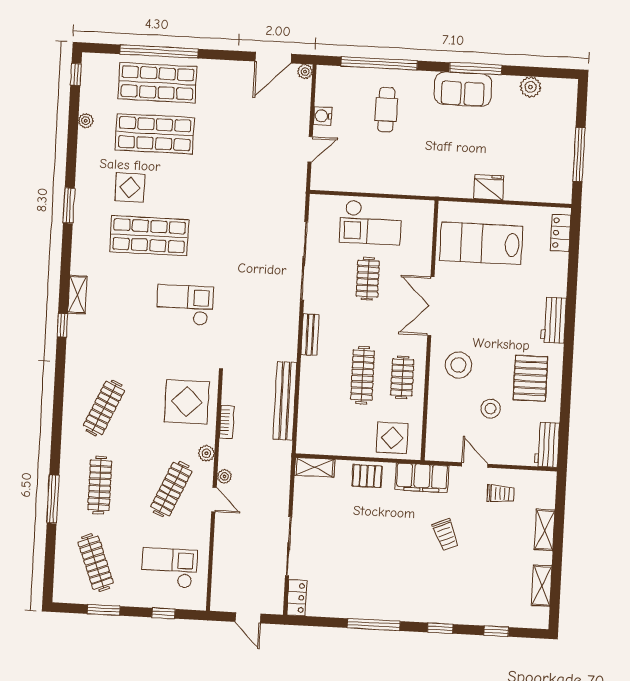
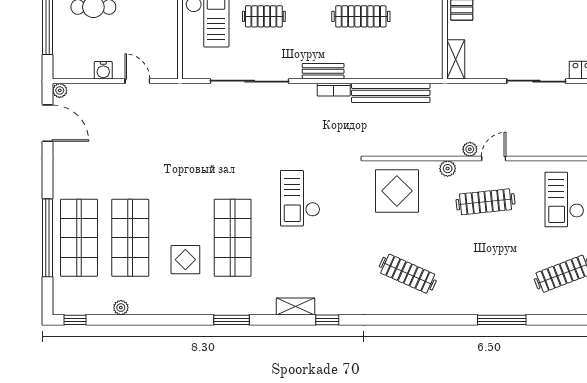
window: (69, 206) -> (231, 320), moved
bookcase: (227, 422) -> (334, 90), moved, turned 180
clothes rail: (100, 485) -> (485, 274), removed
clothes rail: (171, 489) -> (485, 202), turned -30

